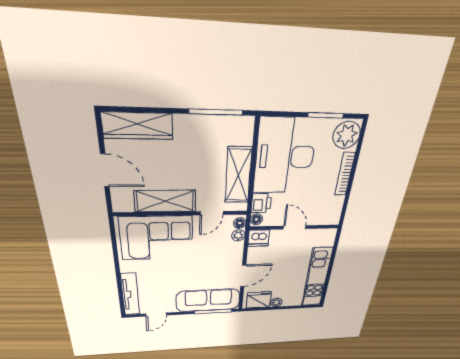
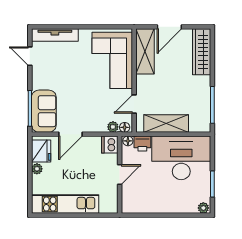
plant: (347, 135) -> (203, 208), width x0.53, depth x0.53
bookcase: (345, 174) -> (167, 209), removed
shelving: (165, 201) -> (145, 51), moved
door: (212, 213) -> (134, 104), hinge flipped
door: (243, 276) -> (70, 134), hinge flipped
sofa: (208, 300) -> (44, 111), width x0.73

